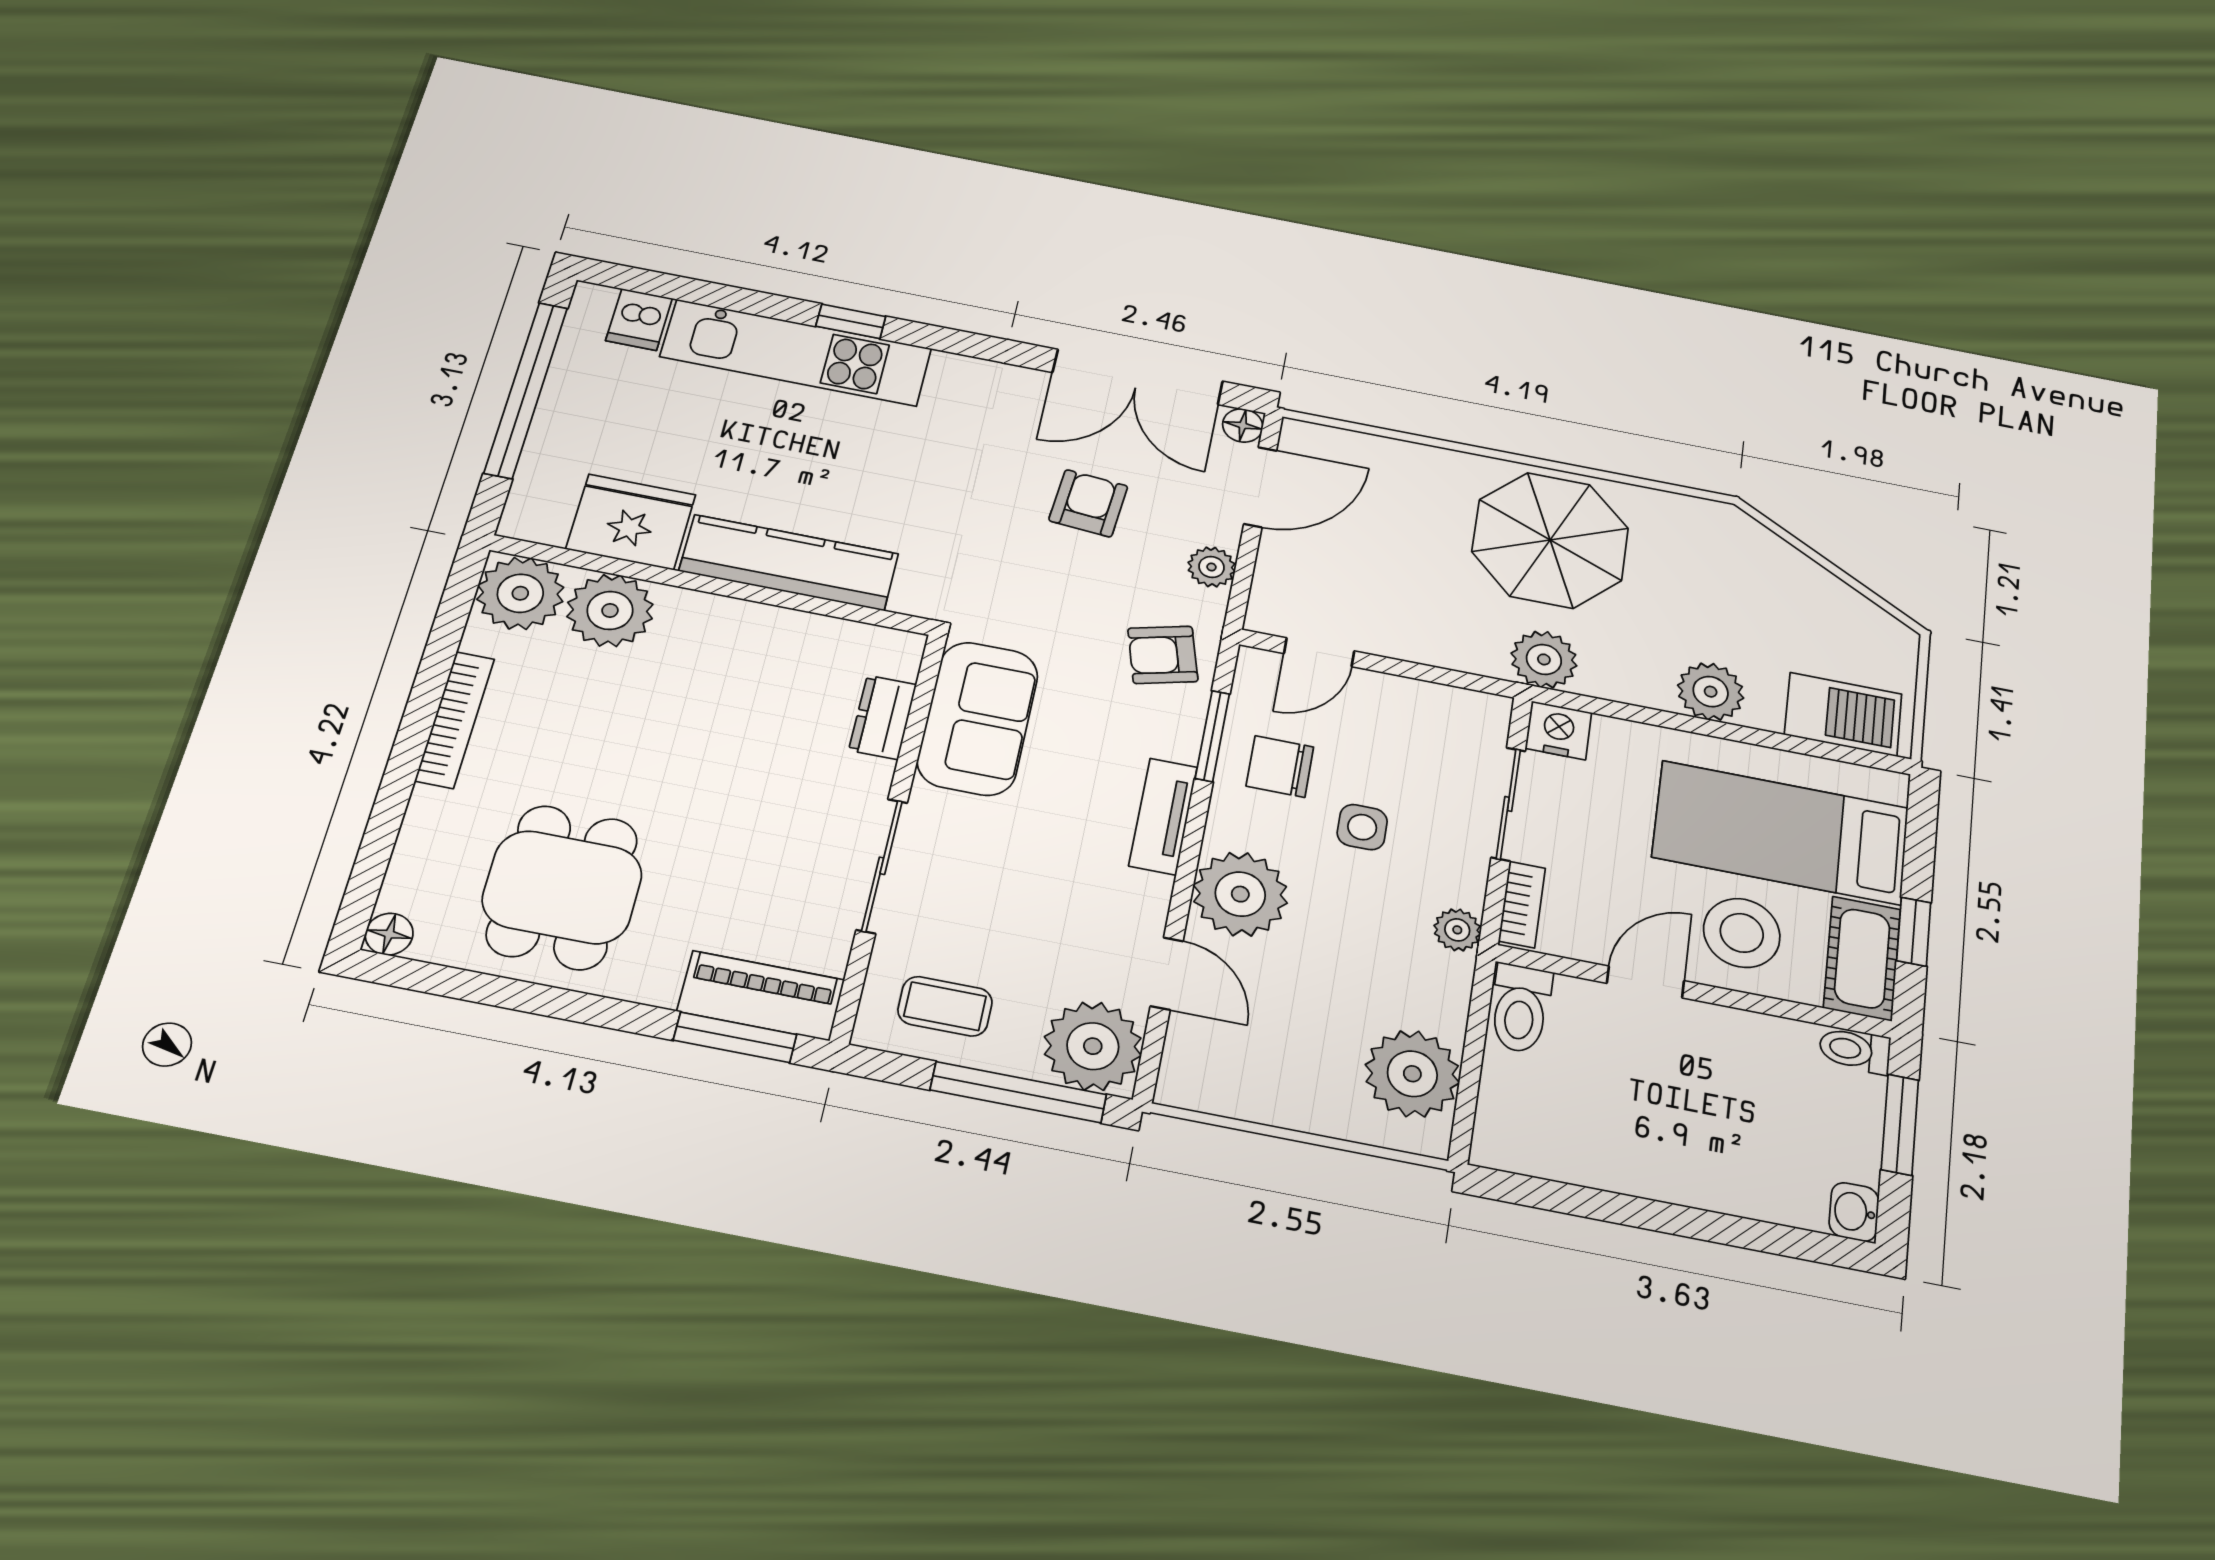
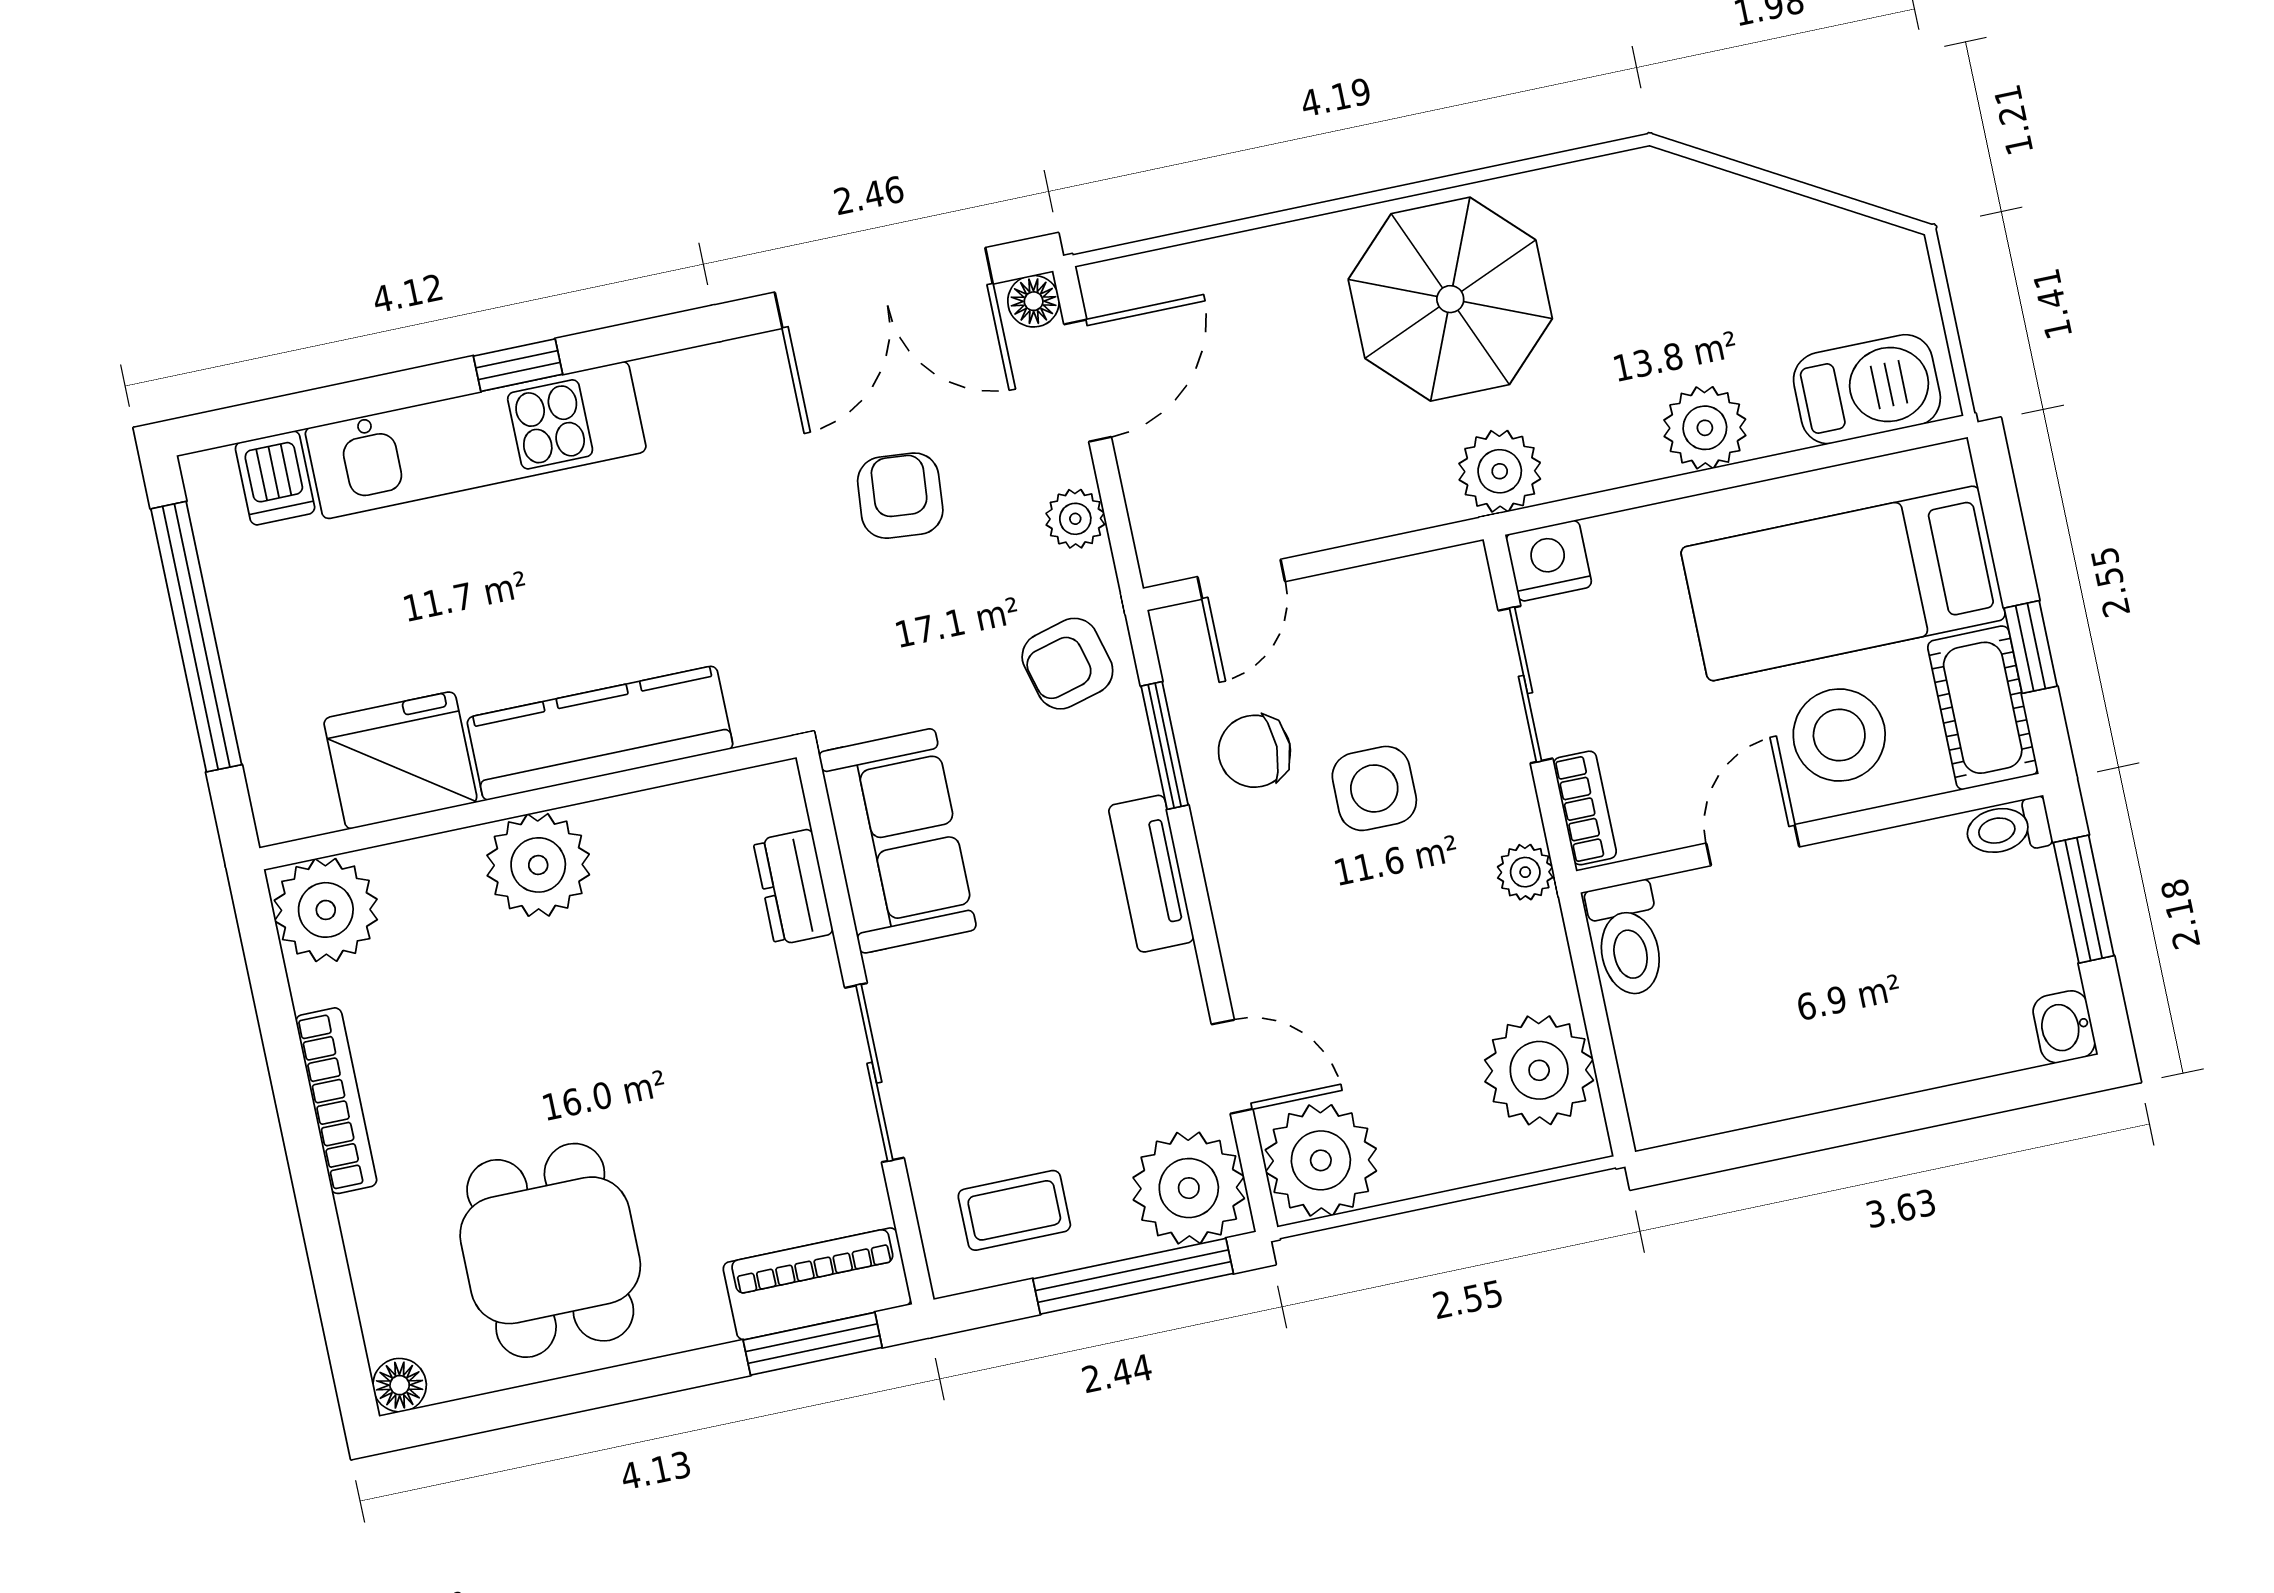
plant: (610, 610) -> (538, 865), moved
side table: (1362, 827) -> (1374, 788), width x1.37, depth x1.37
plant: (1240, 894) -> (1321, 1160), moved

